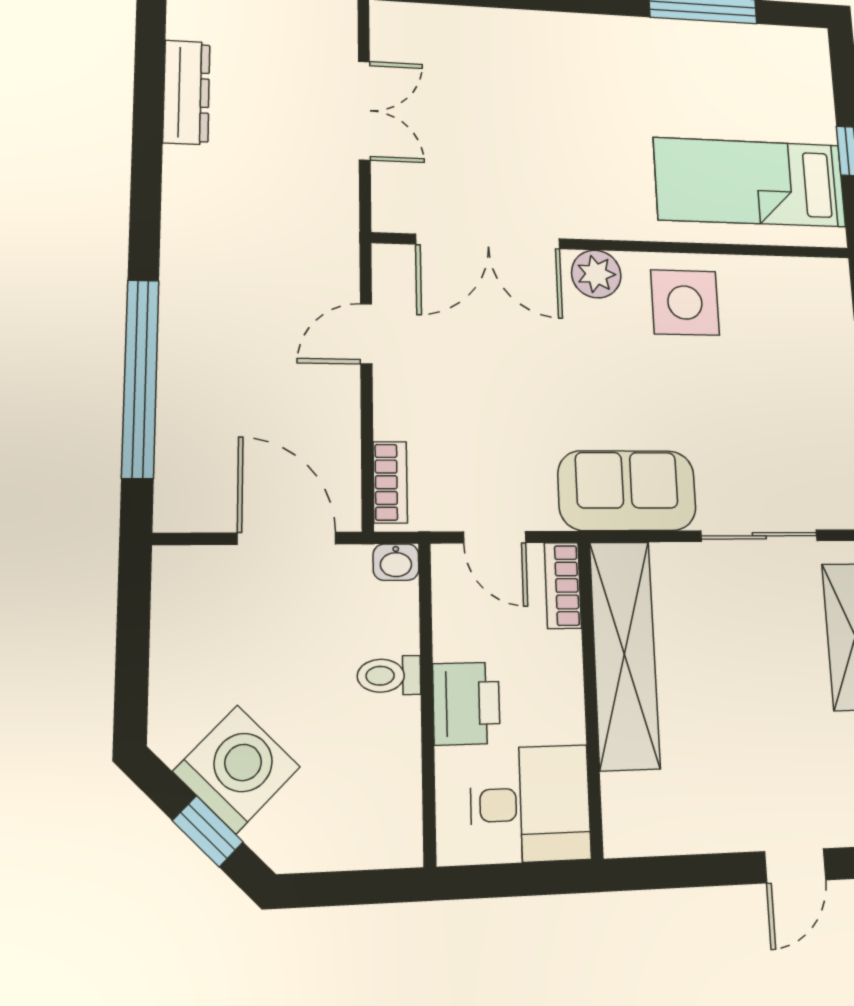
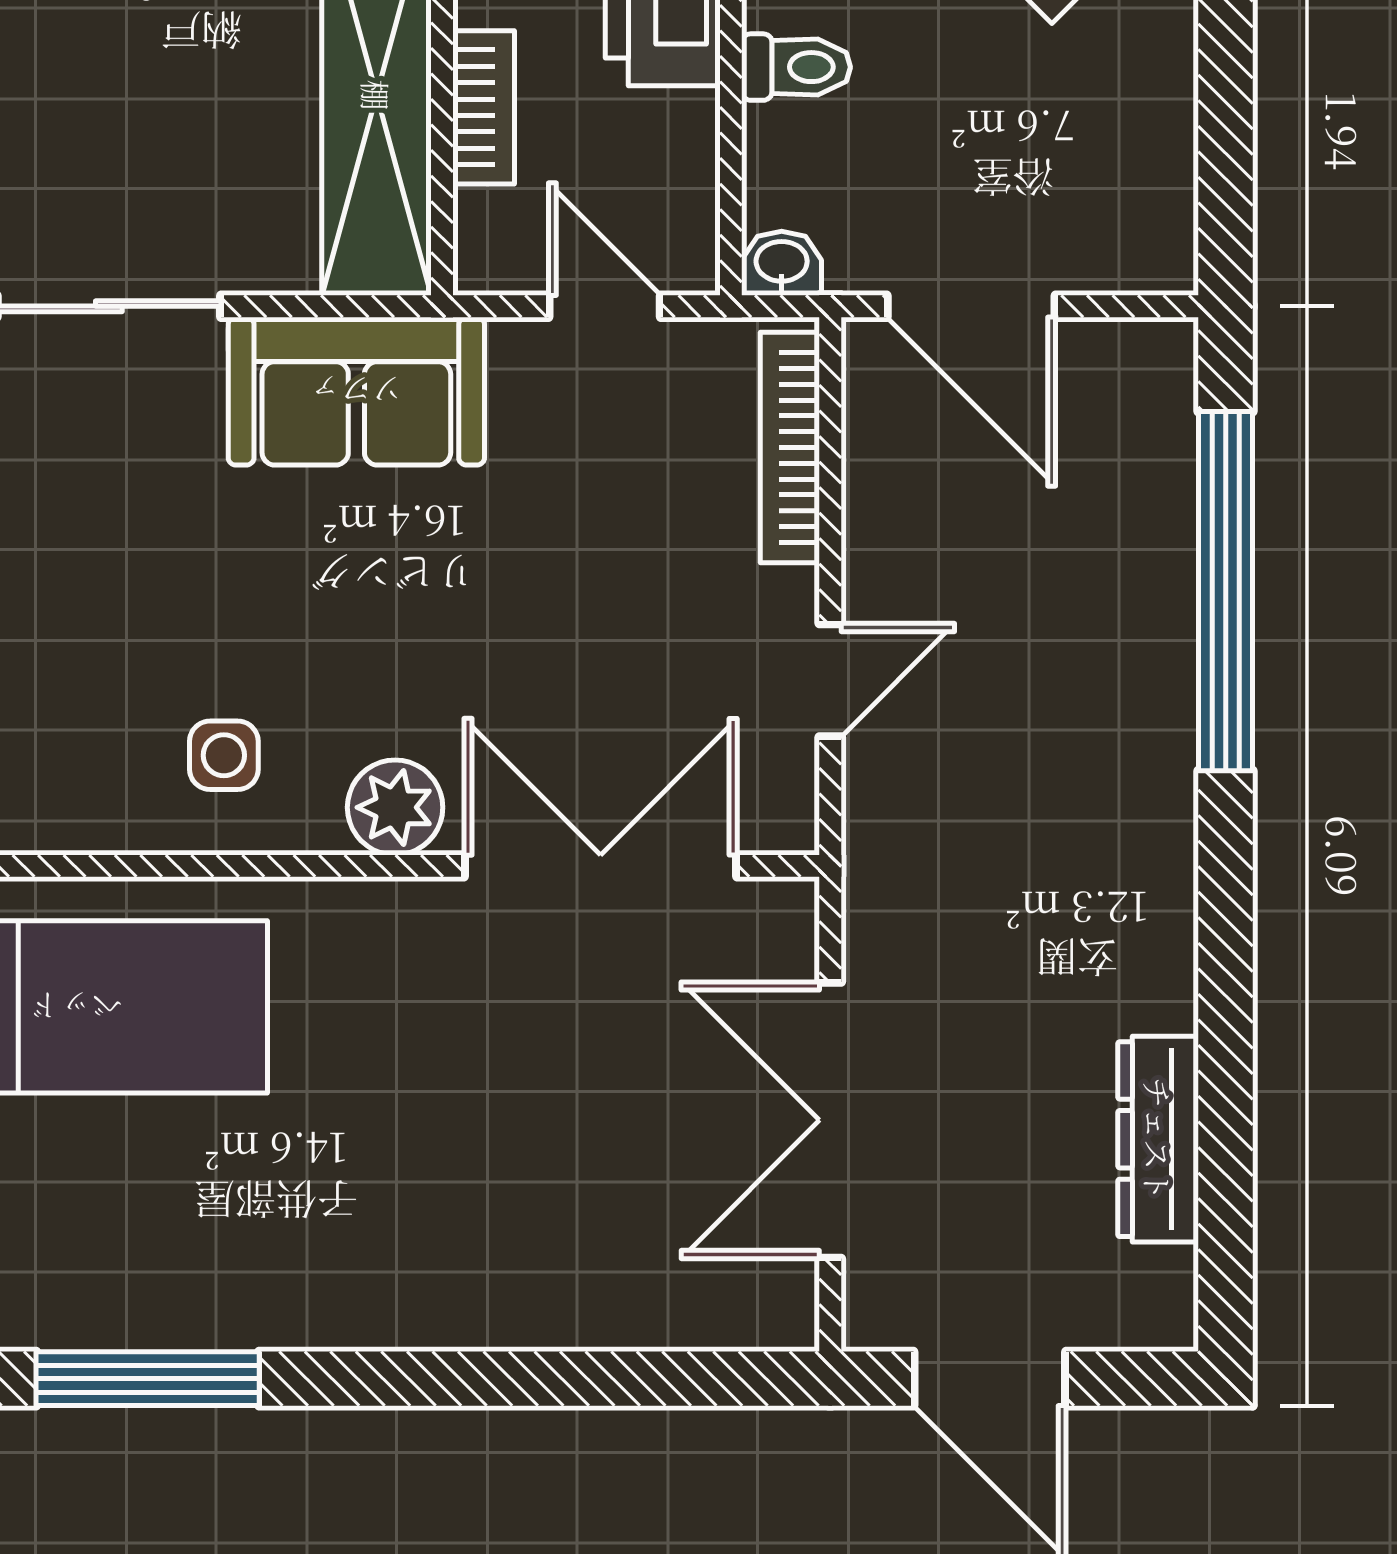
double door: (364, 110) -> (830, 1120), width x1.37
side table: (685, 303) -> (224, 755), width x0.54, depth x0.54
bookcase: (390, 482) -> (790, 448), width x1.56
bookcase: (563, 585) -> (484, 107), moved

